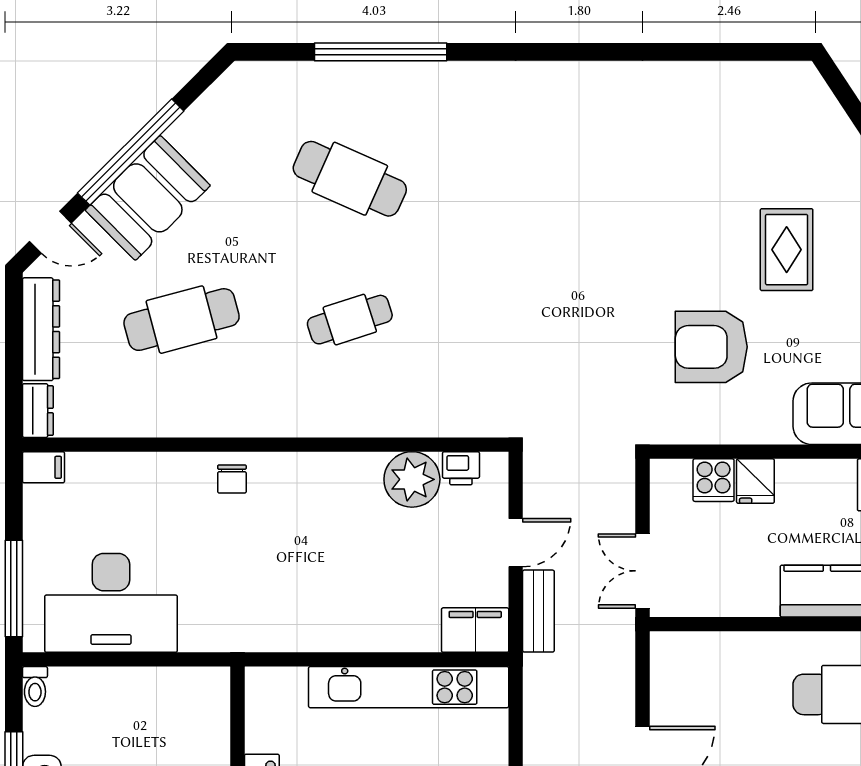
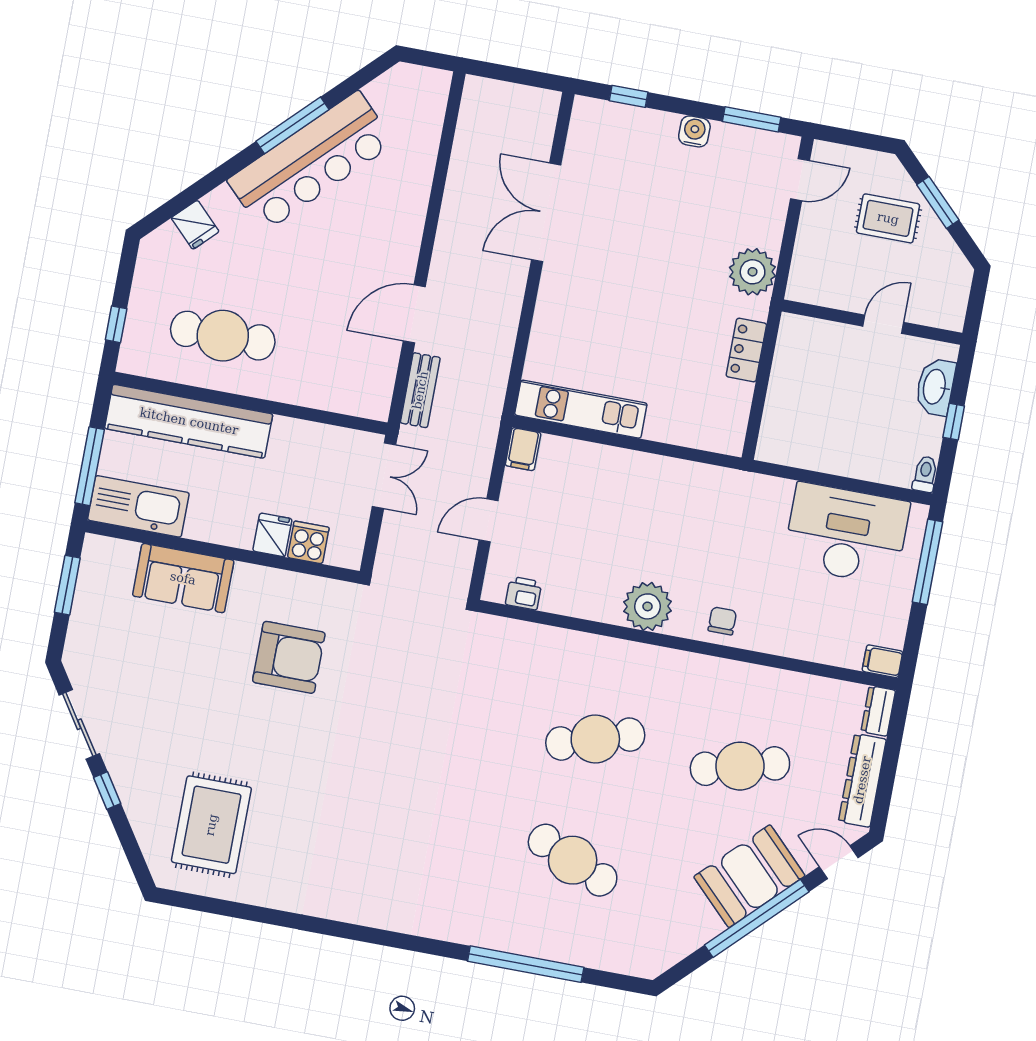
rug: (787, 250) -> (211, 825), moved, width x1.36, depth x1.43
cafe table: (350, 320) -> (595, 739), width x1.37, depth x1.35
plant: (412, 479) -> (647, 606), moved
bench: (538, 611) -> (420, 390), moved
filing cabinet: (475, 630) -> (523, 449), width x0.50
kitchen unit: (409, 687) -> (581, 409), width x0.73

